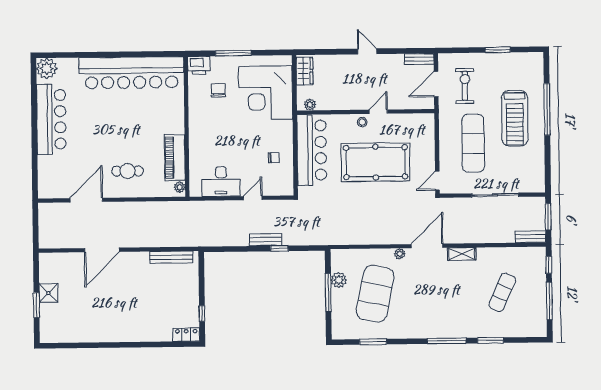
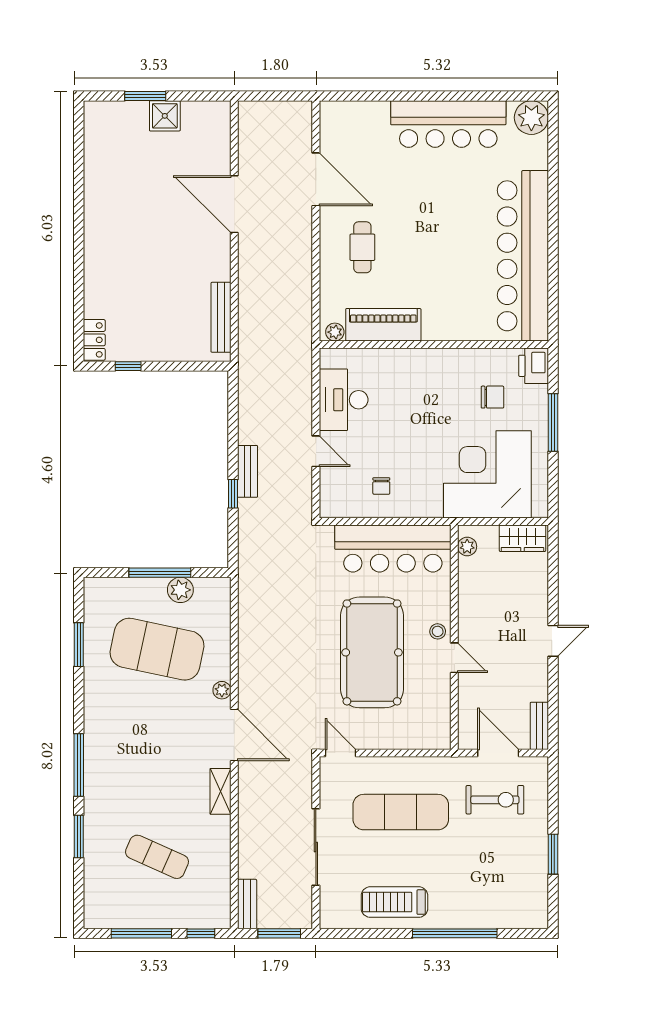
treadmill: (515, 118) -> (394, 902), moved, width x0.73, depth x0.73

